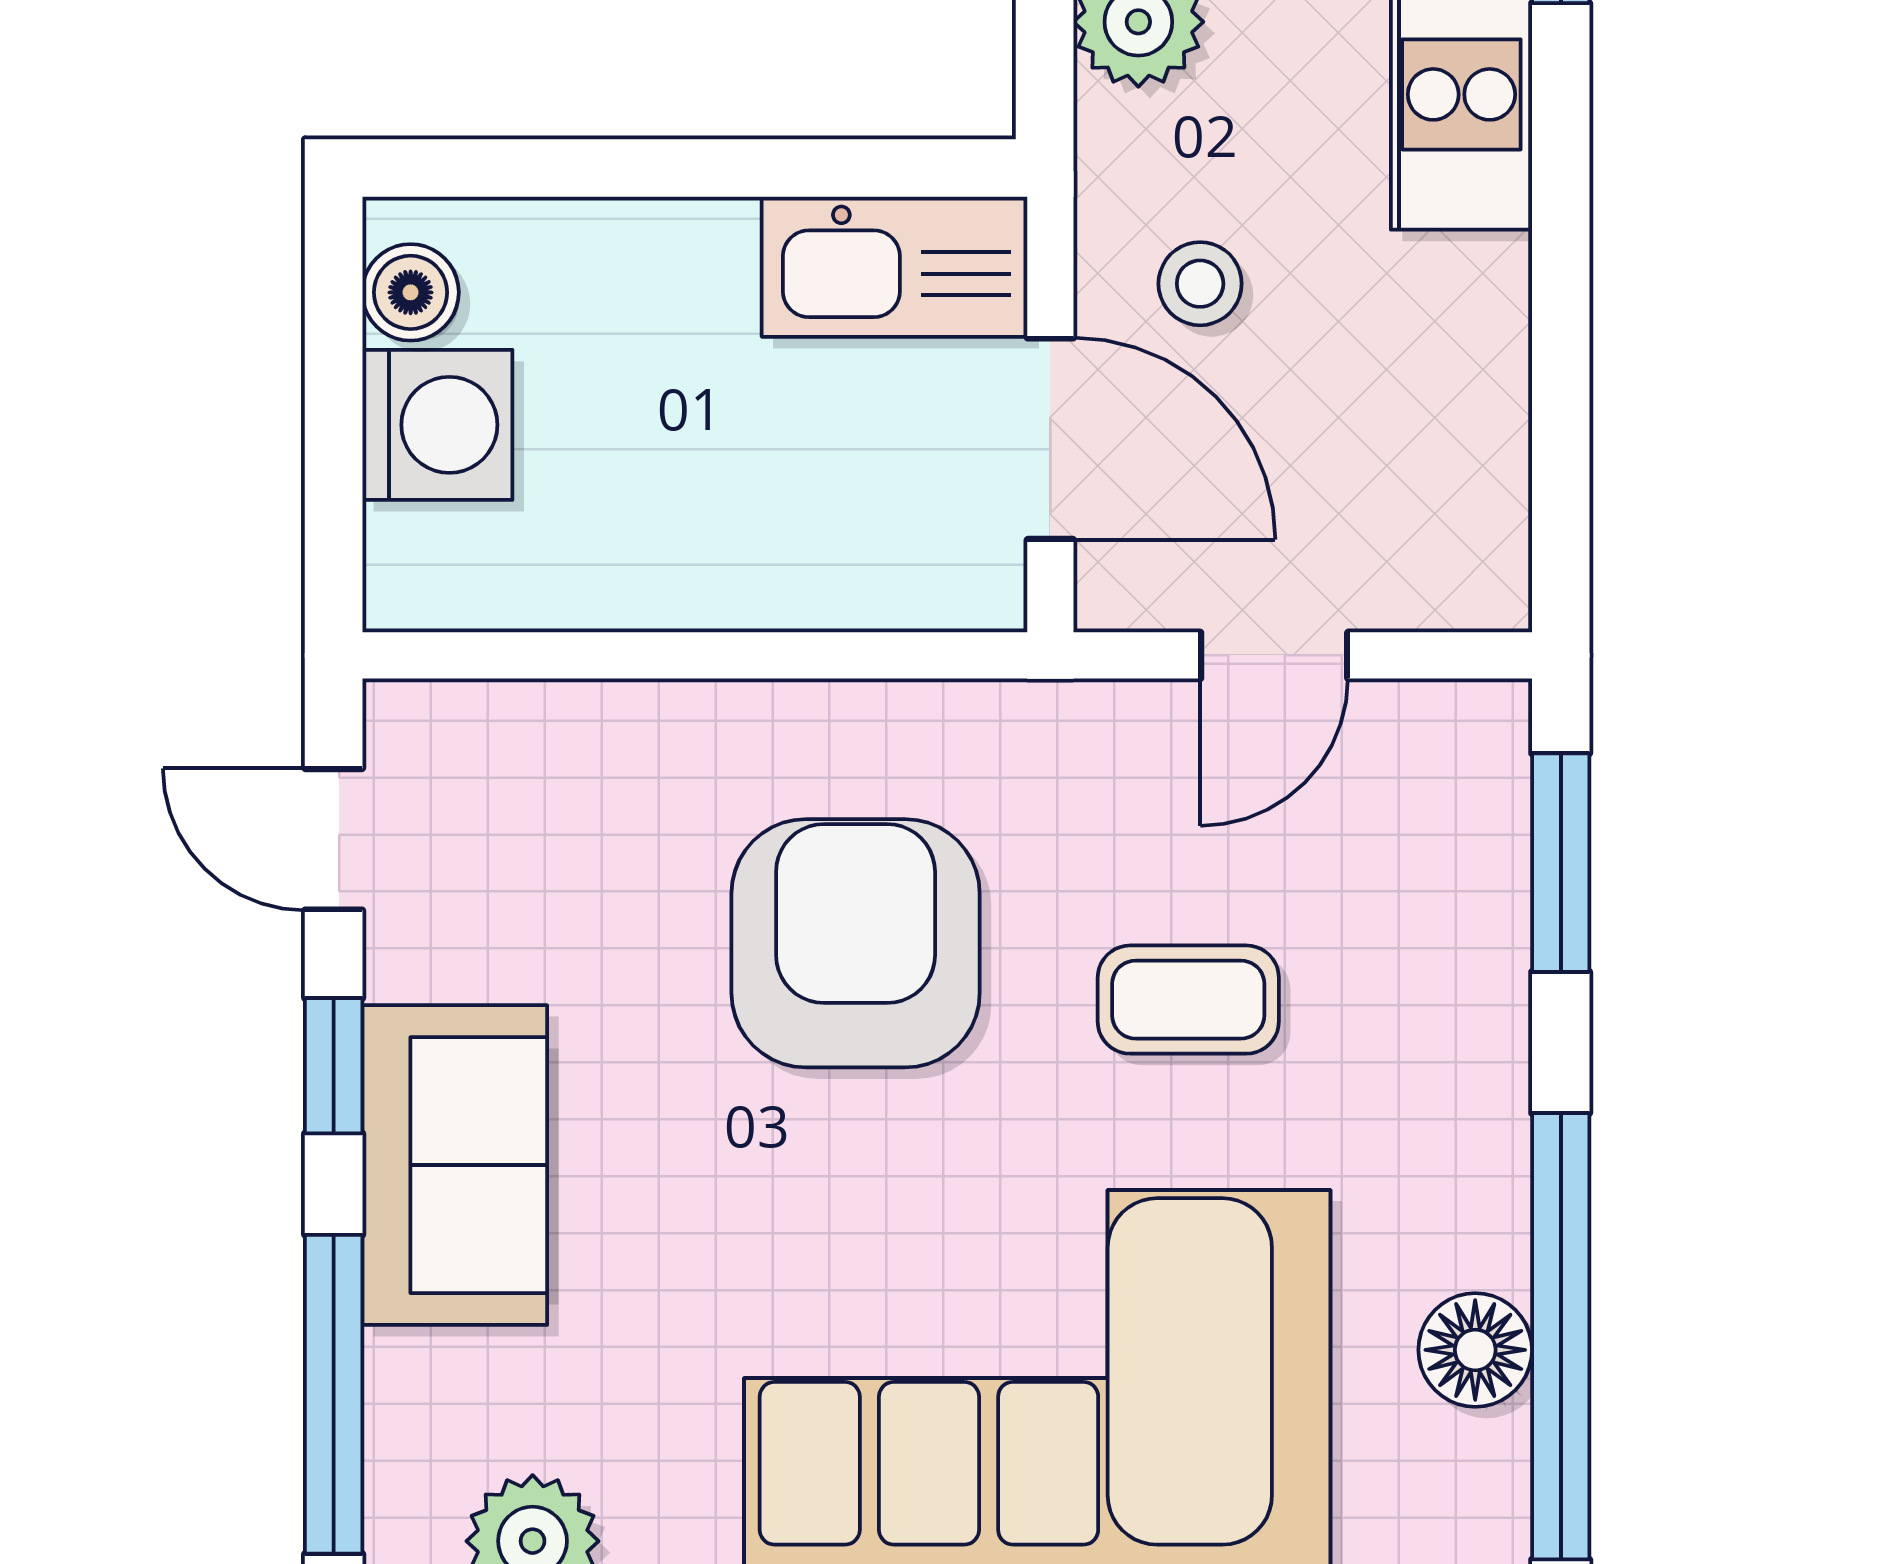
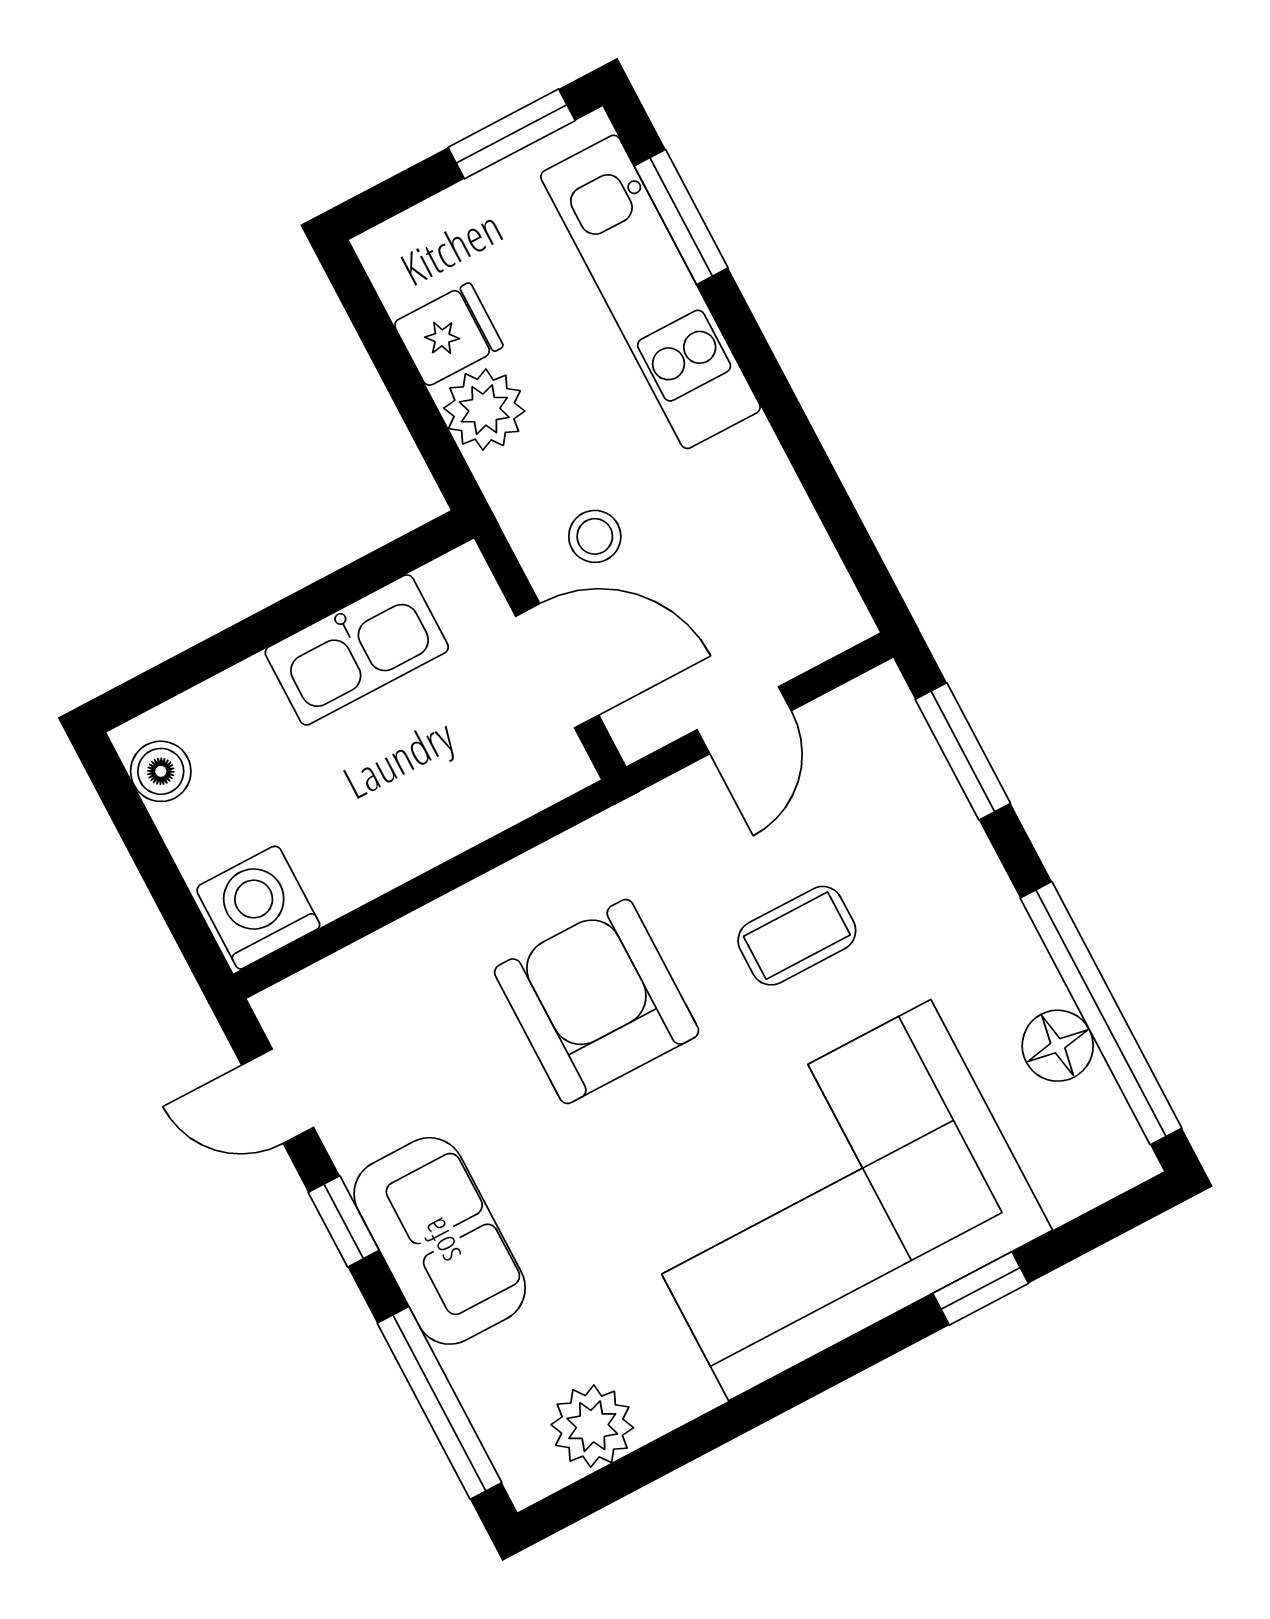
kitchen sink: (895, 267) -> (357, 650), moved
washing machine: (437, 425) -> (258, 907), moved, turned -90

